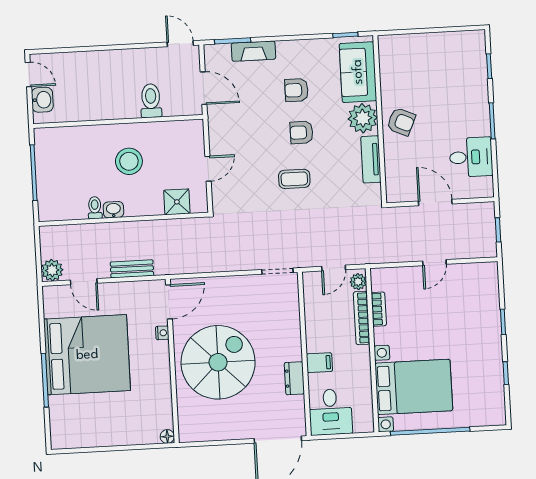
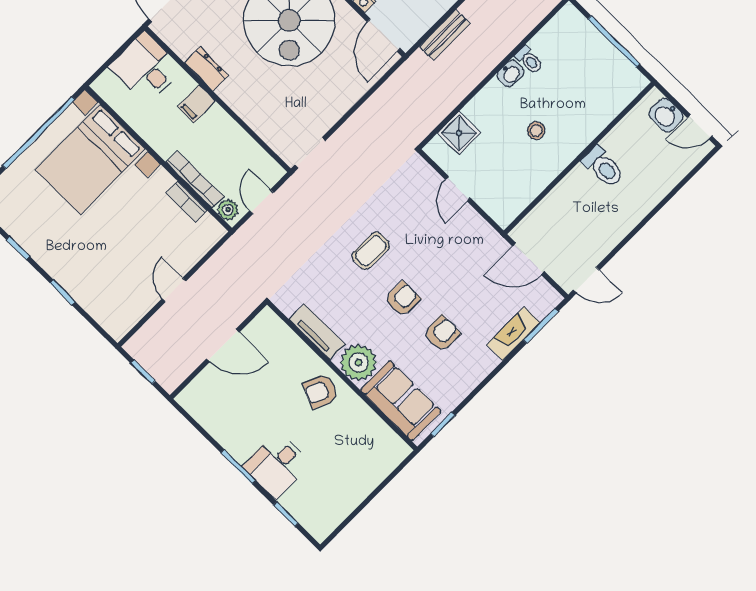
toilet: (151, 101) -> (603, 167), moved
desk: (471, 157) -> (277, 465), moved
stool: (129, 161) -> (536, 131), width x0.53, depth x0.53

